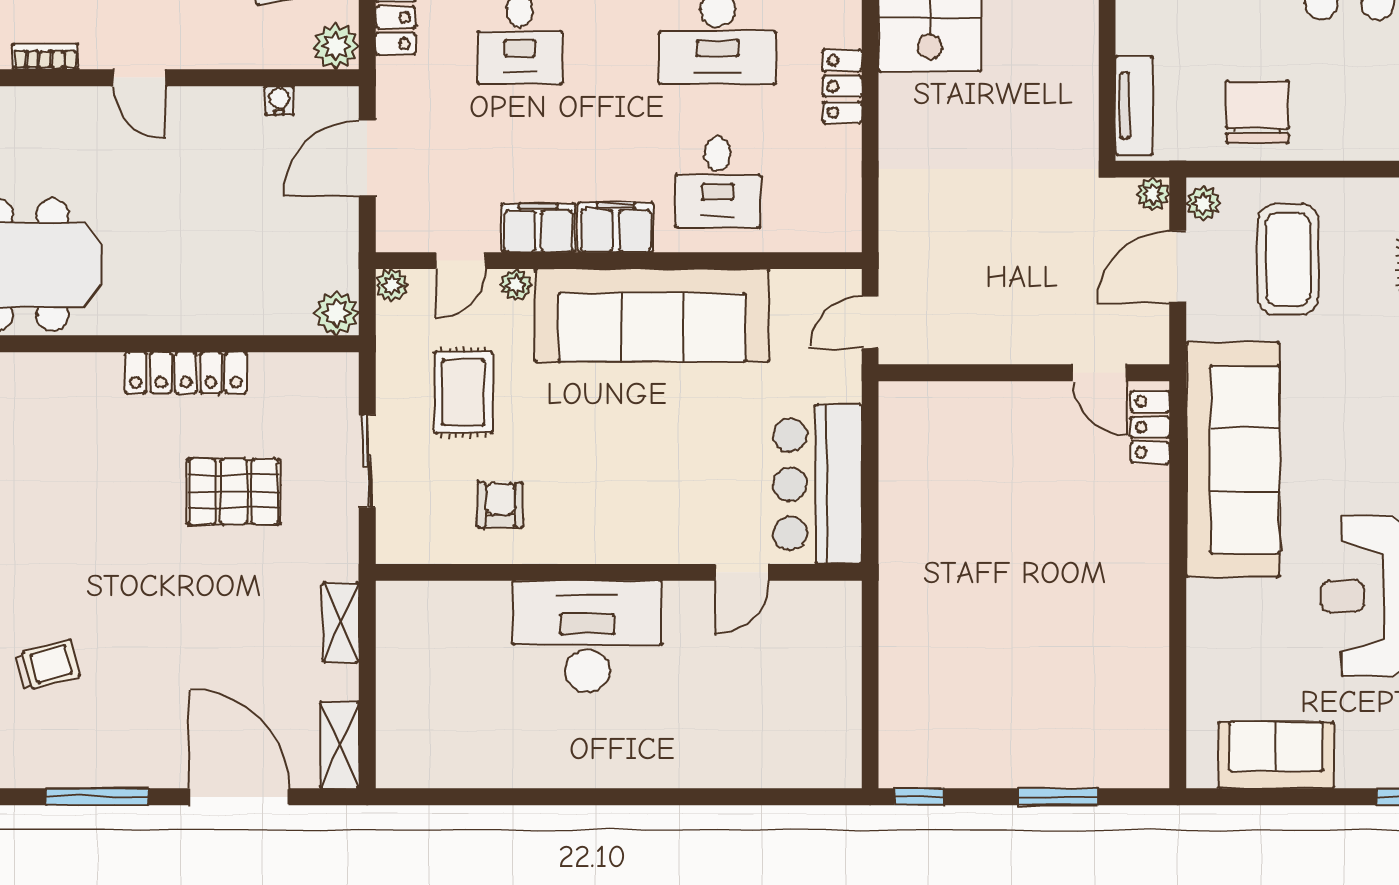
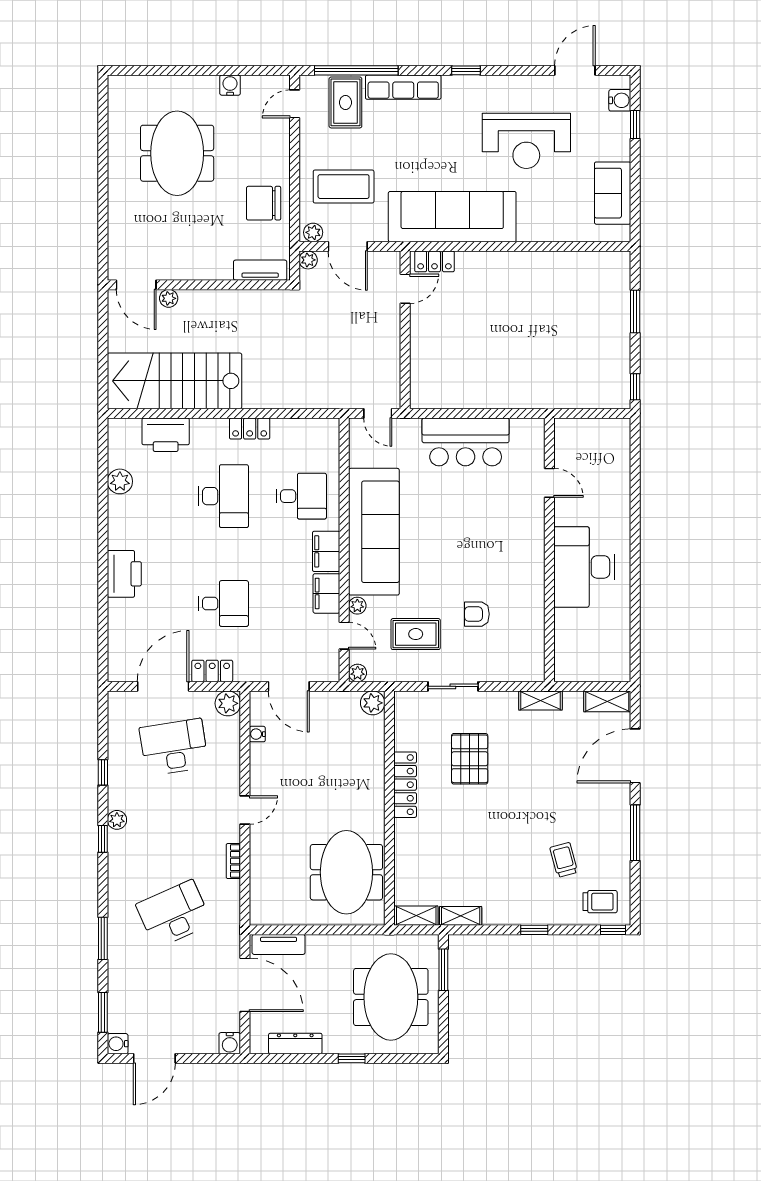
wall: (619, 572) -> (549, 550), moved
door: (742, 572) -> (549, 483), moved
desk: (587, 636) -> (584, 567), moved

